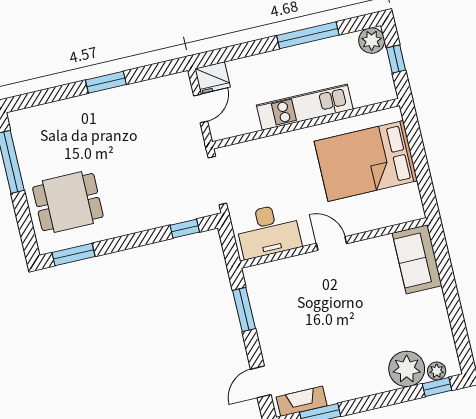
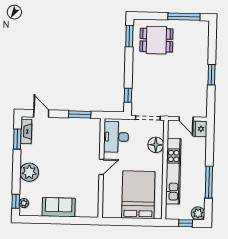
kitchen unit: (305, 107) -> (173, 171), width x1.36
floor lamp: (264, 153) -> (156, 145), added
dining table: (68, 202) -> (156, 40), turned 90
sofa: (417, 259) -> (59, 207), moved
plant: (407, 369) -> (29, 172), moved

